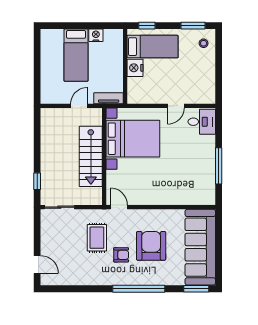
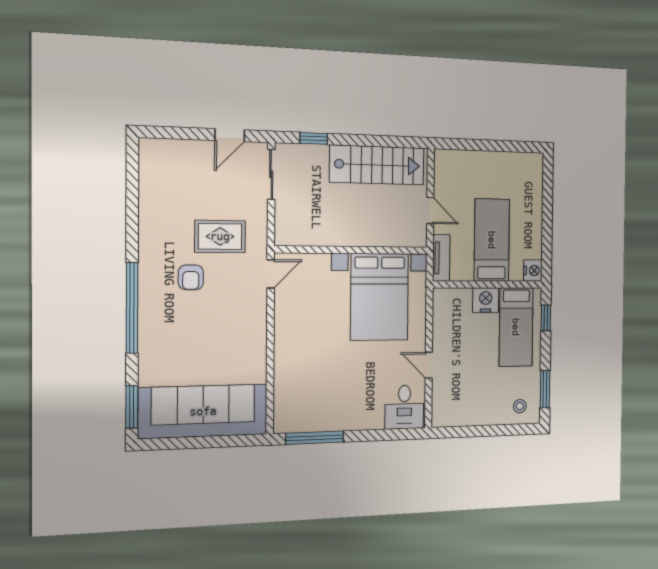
nightstand: (96, 35) -> (533, 271), moved
bed: (76, 55) -> (492, 240), moved, turned 90
stairs: (91, 156) -> (377, 165), moved, turned 180
window: (219, 166) -> (315, 438), moved
armchair: (151, 246) -> (206, 328), removed
door: (37, 264) -> (230, 135), moved

